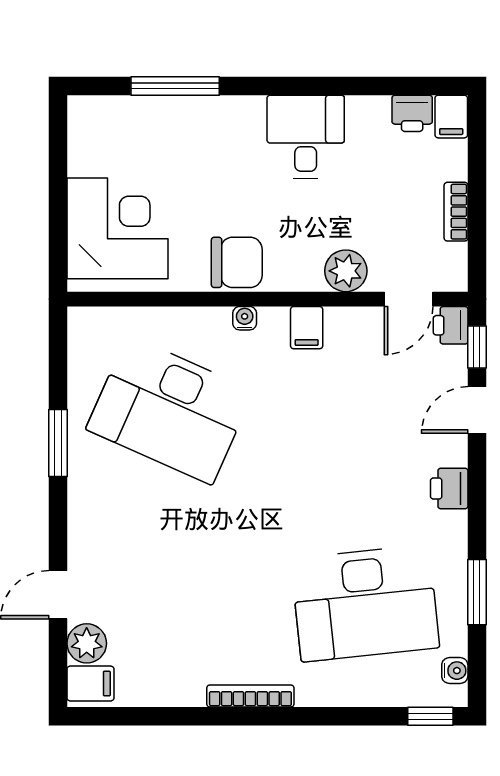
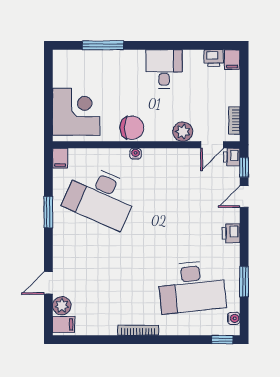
bookcase: (456, 212) -> (234, 121), moved
filing cabinet: (307, 328) -> (60, 158), moved

